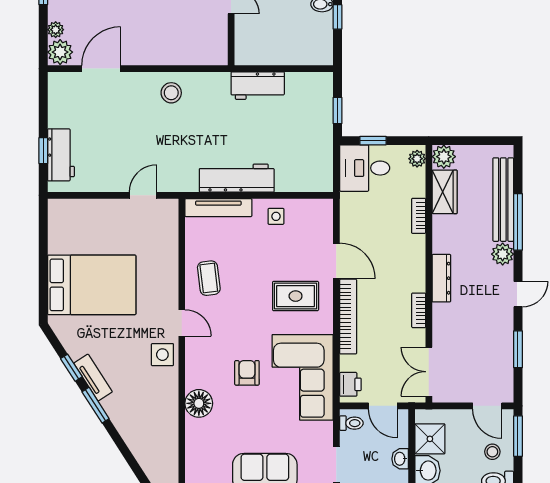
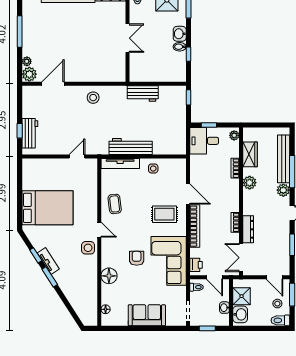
window: (338, 111) -> (189, 97), moved
plant: (444, 157) -> (250, 183), moved
dresser: (441, 278) -> (248, 229), moved
floor lamp: (193, 462) -> (106, 309), added

